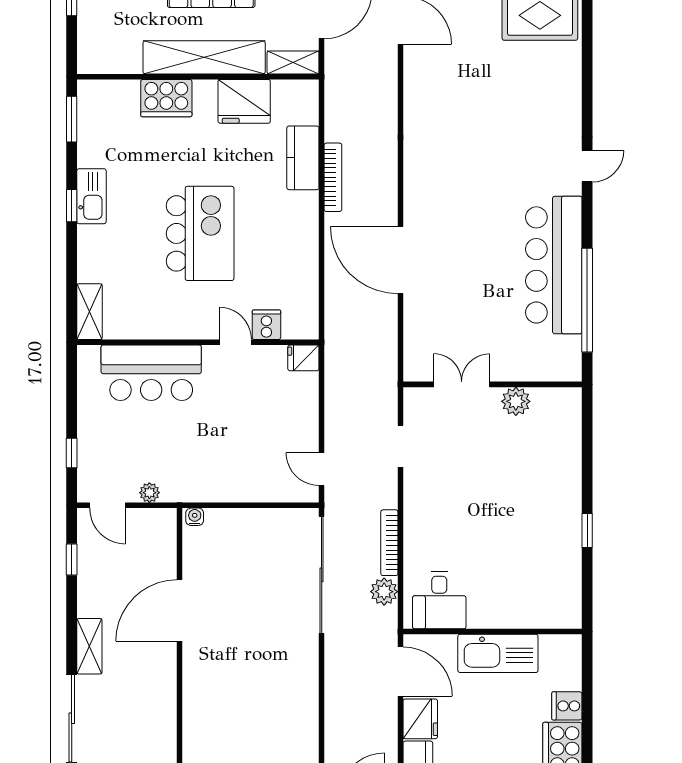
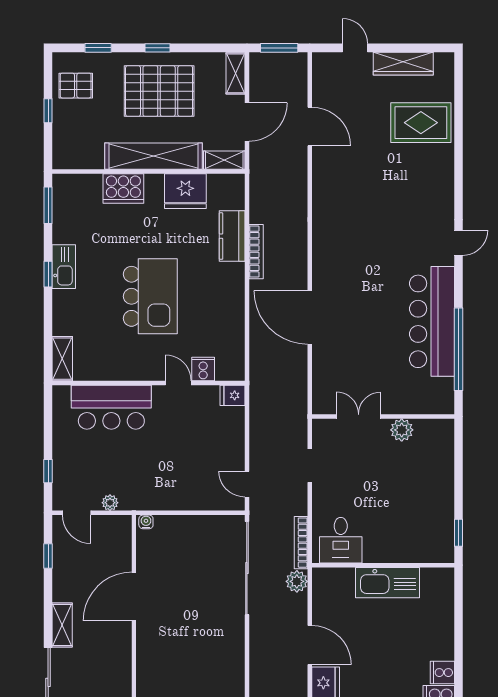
desk: (439, 600) -> (341, 540), moved
wall: (492, 632) -> (383, 565), moved
kitchen sink: (498, 653) -> (387, 583), moved

